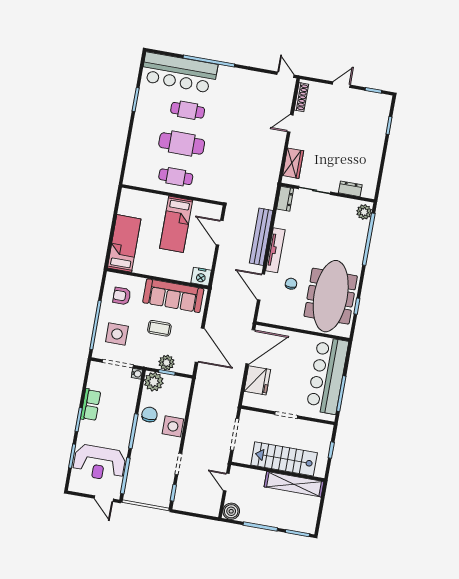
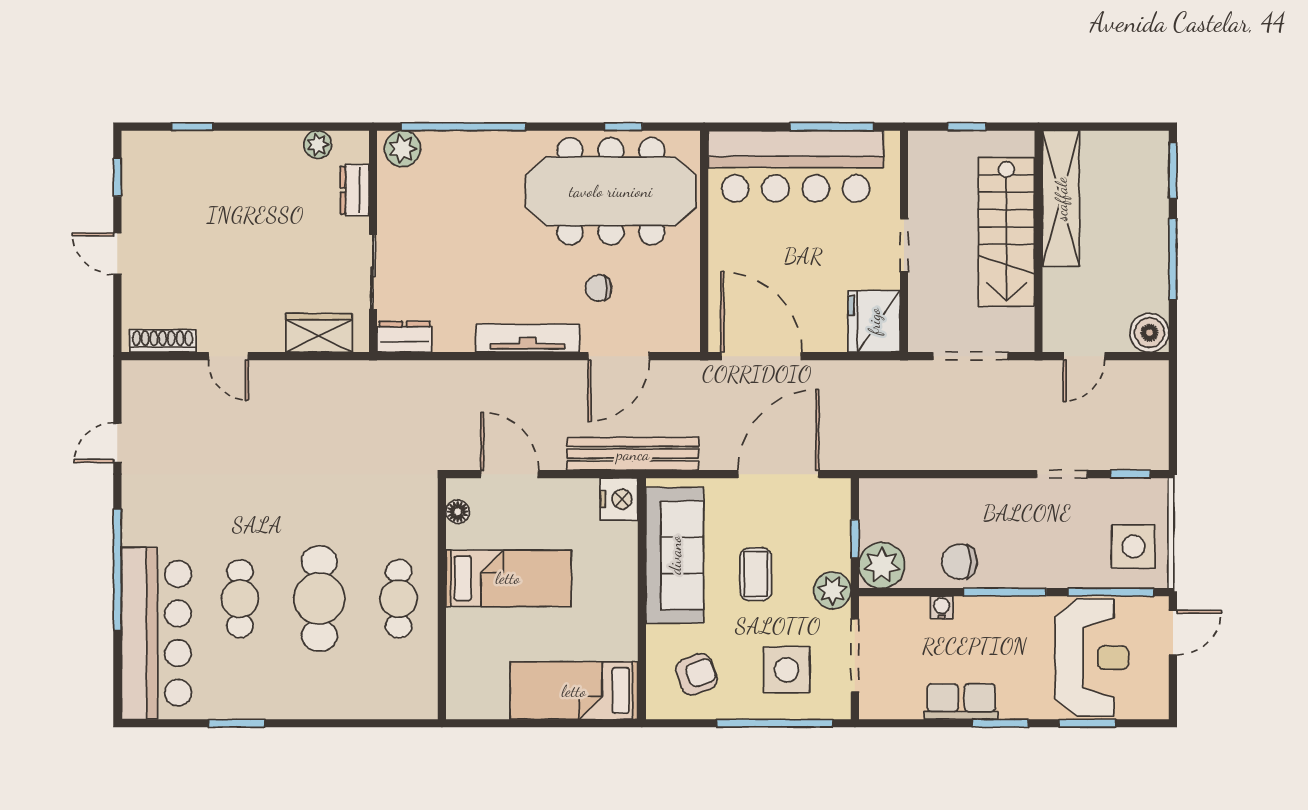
door: (286, 75) -> (117, 443), moved
plant: (372, 177) -> (318, 145), added
floor lamp: (208, 208) -> (458, 512), added
door: (220, 233) -> (510, 474), swing flipped
bench: (261, 237) -> (633, 454), moved
armchair: (122, 296) -> (697, 674), turned -110
plant: (166, 363) -> (832, 590), moved
water cooler: (137, 374) -> (942, 607), moved
fridge: (257, 380) -> (874, 321), moved, turned -90
side table: (173, 426) -> (1133, 547), moved

